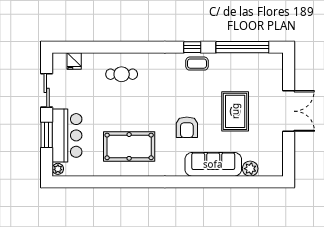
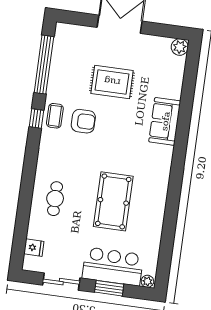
armchair: (187, 127) -> (83, 121), moved
pool table: (129, 146) -> (113, 201), moved
sofa: (213, 164) -> (165, 121), width x0.73
plant: (250, 169) -> (180, 47), moved

